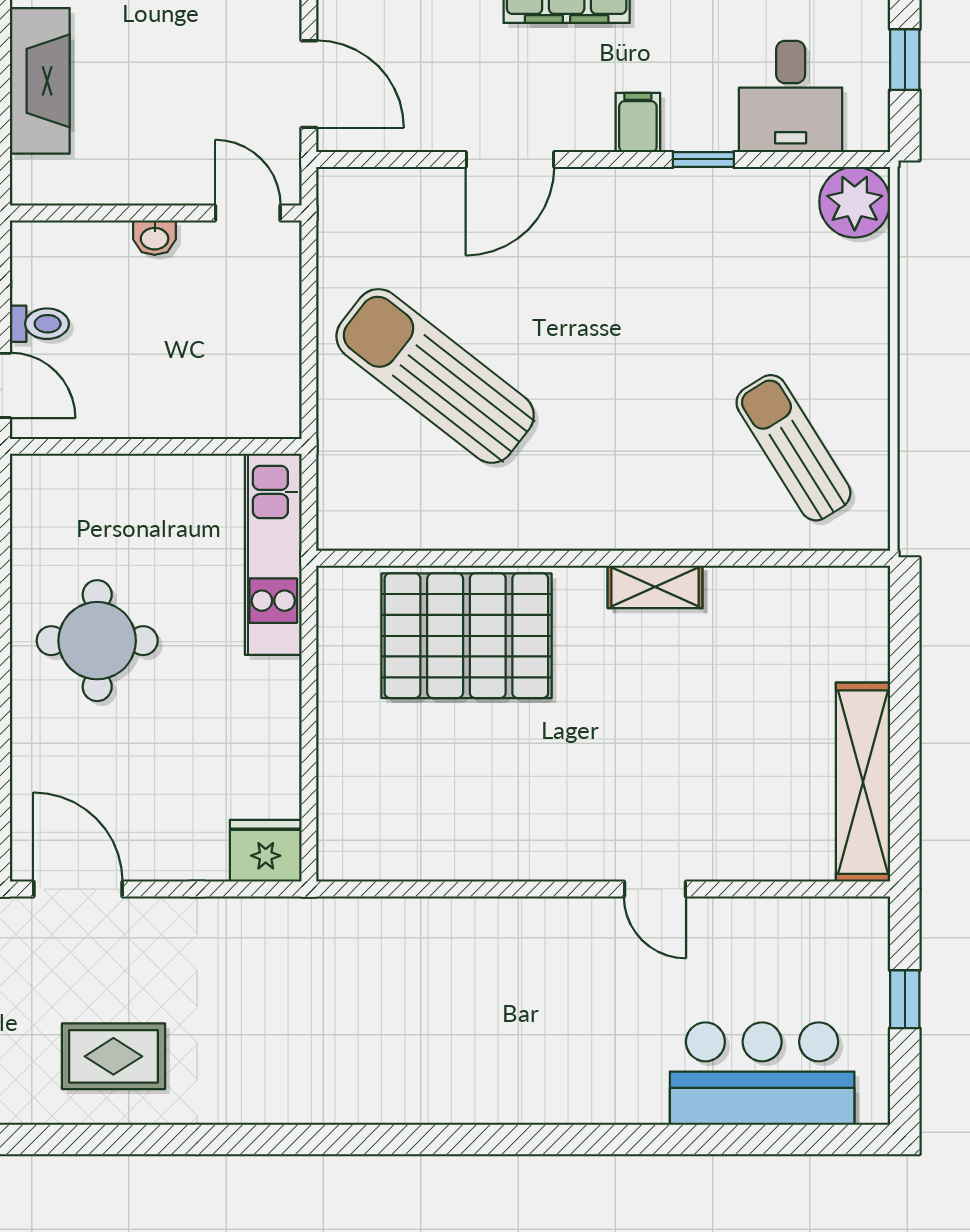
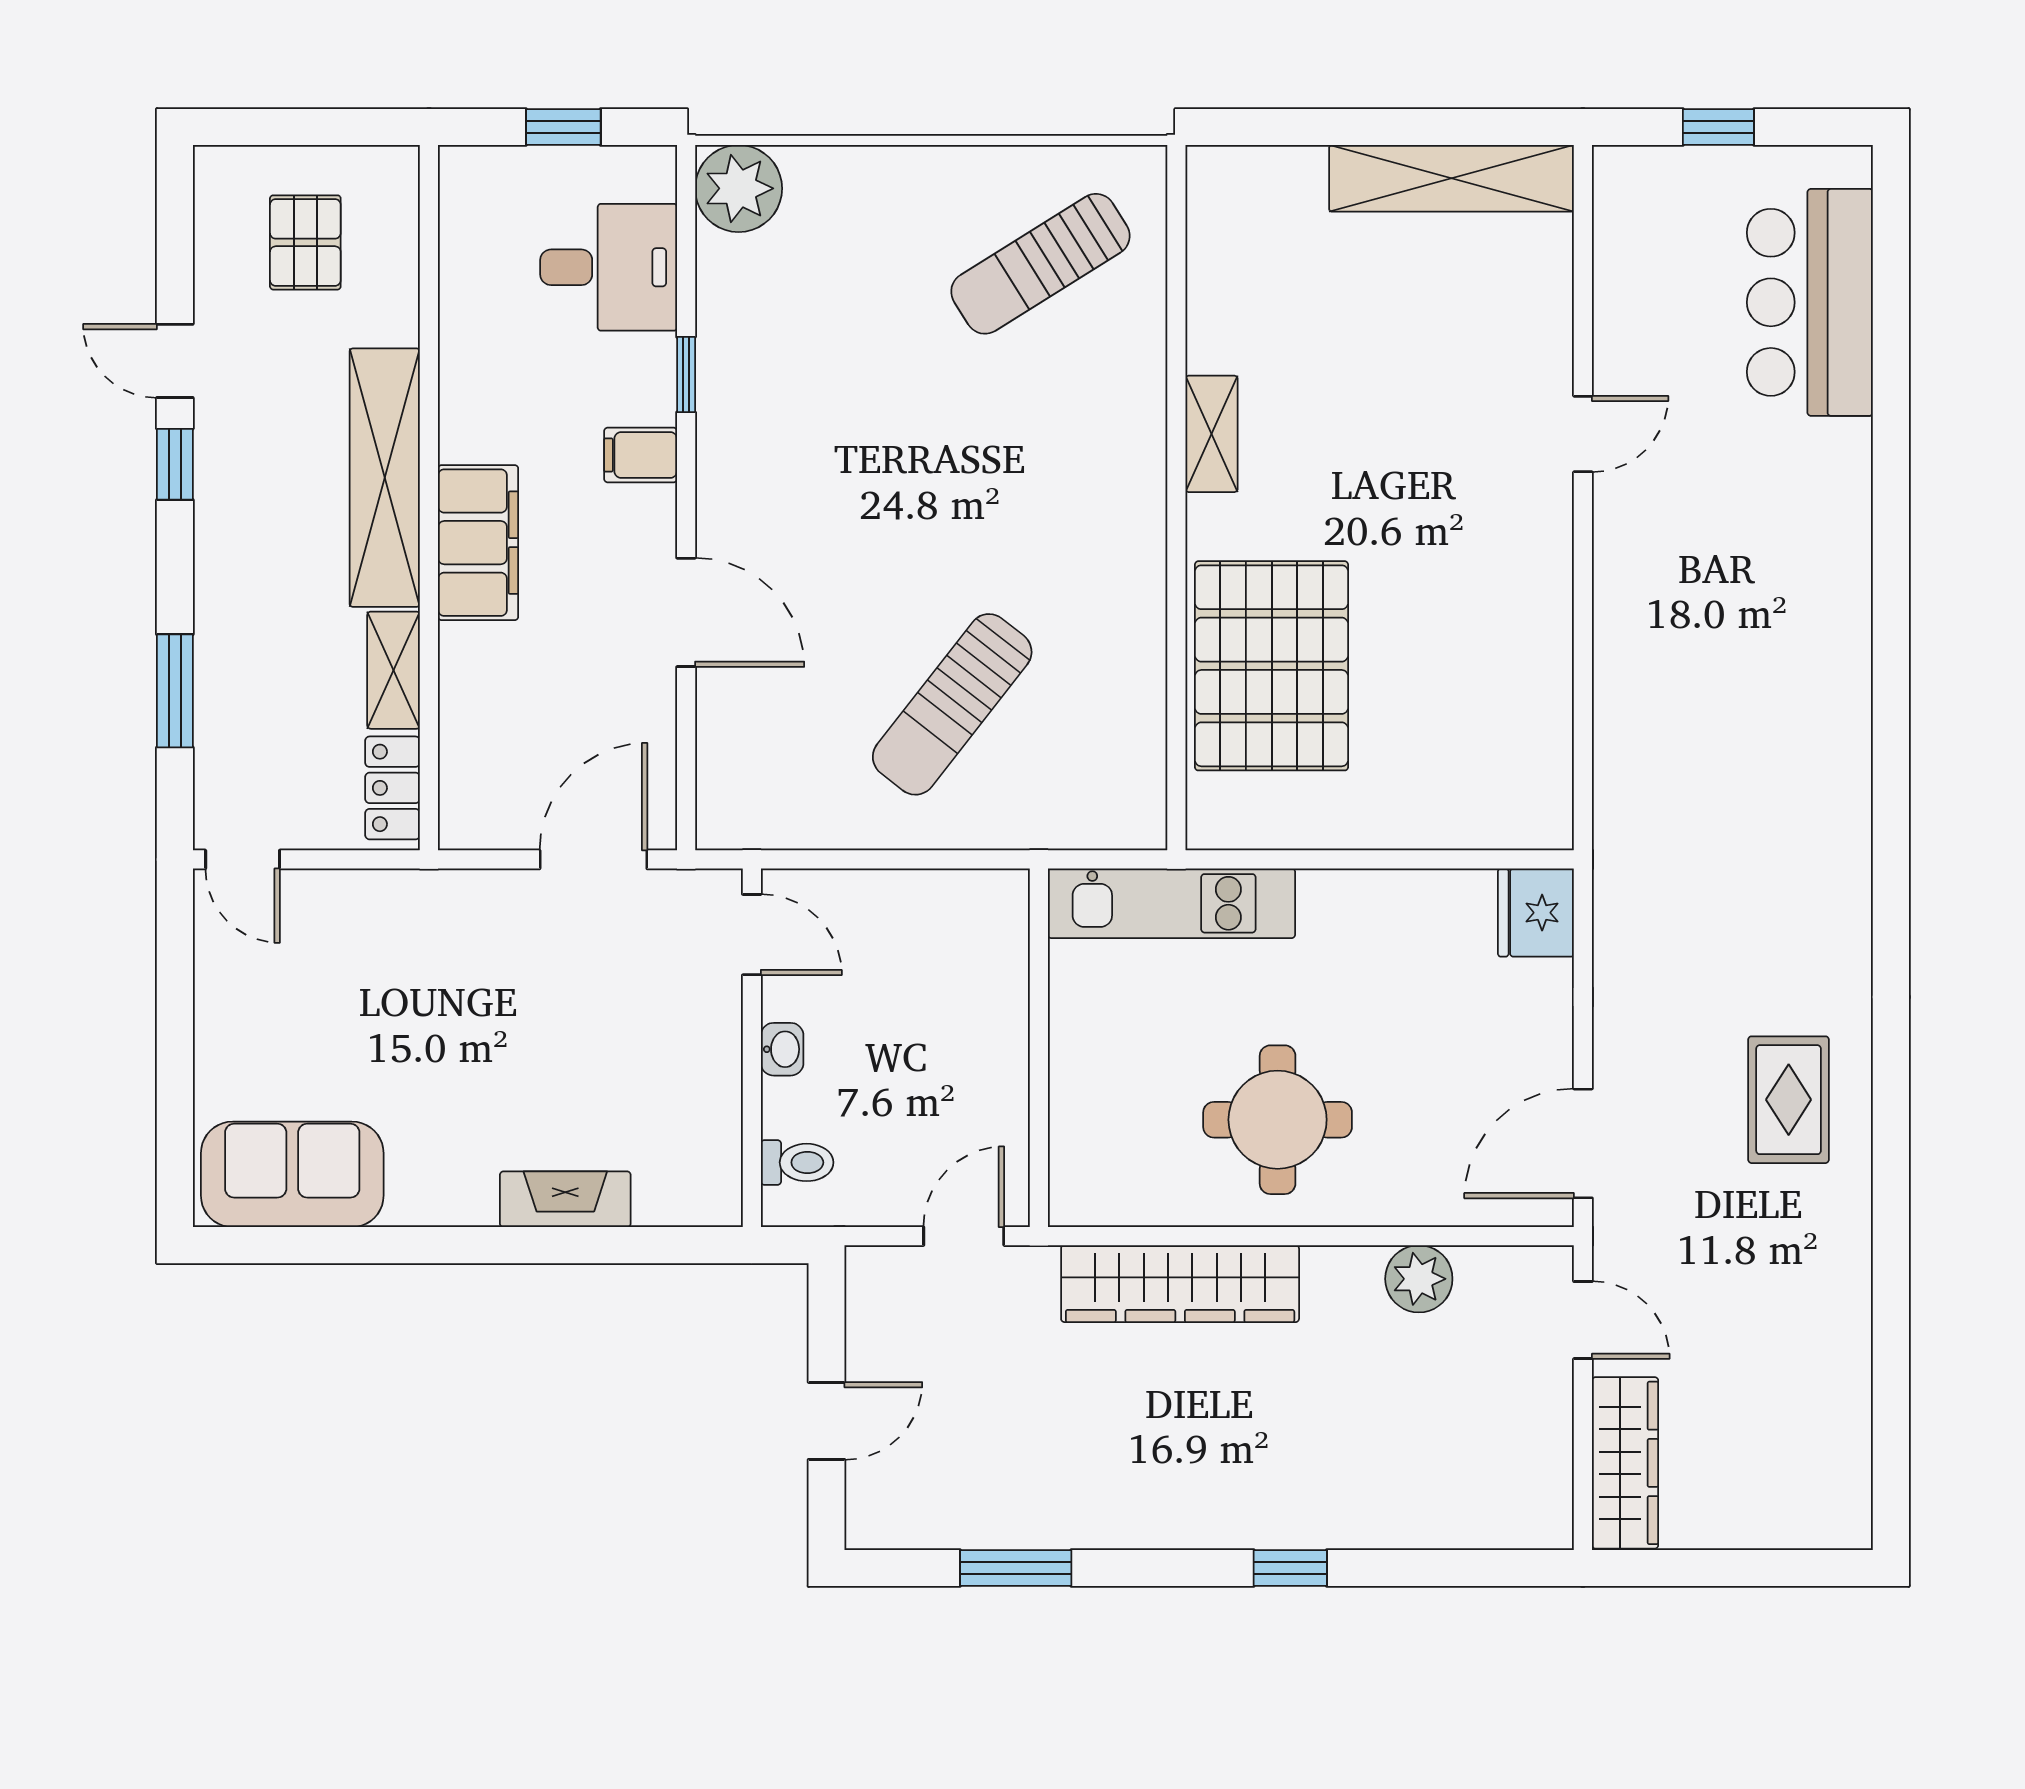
fireplace: (40, 81) -> (565, 1199), width x0.73, depth x0.76
door: (248, 213) -> (752, 935), swing flipped
toilet: (39, 324) -> (797, 1162), moved, turned 90
sun lounger: (435, 376) -> (952, 704), width x0.73, depth x0.75

